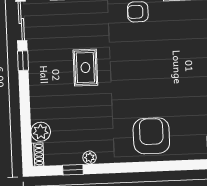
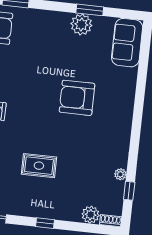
window: (23, 61) -> (45, 223), moved
armchair: (151, 136) -> (77, 98), moved

